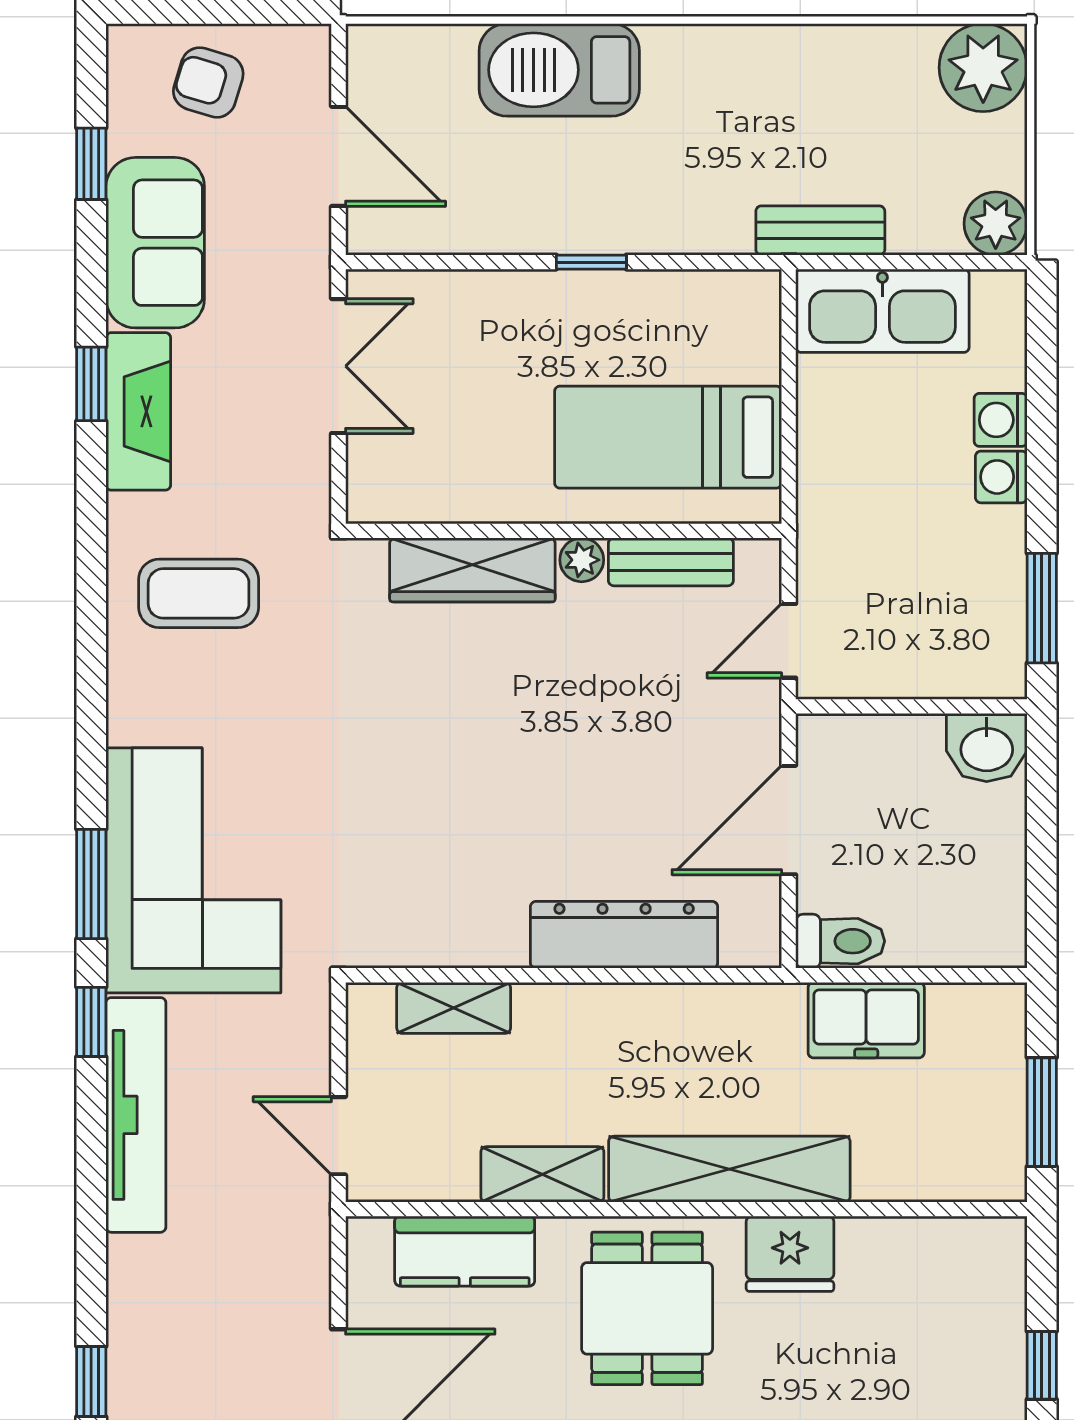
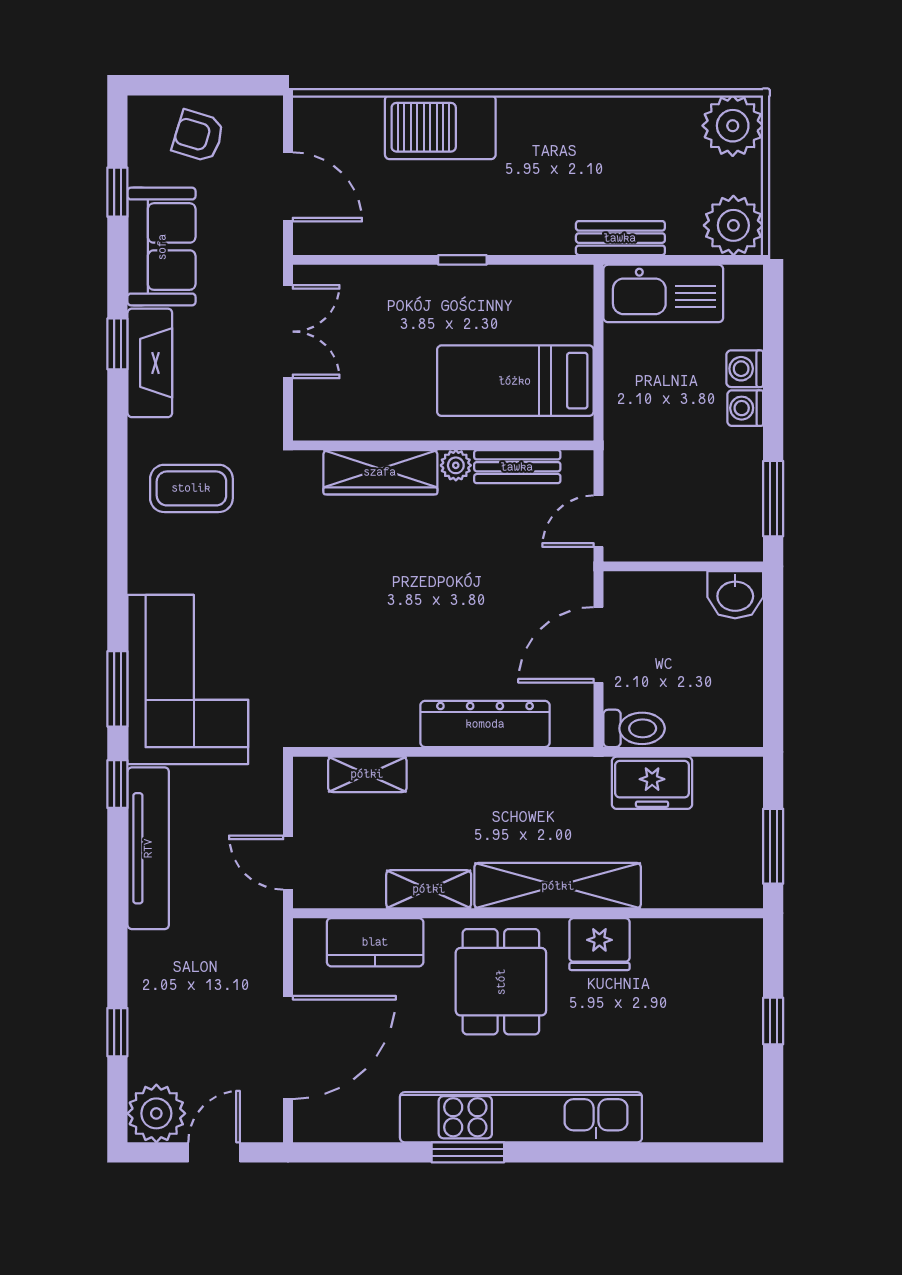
plant: (996, 224) -> (733, 225), width x1.36, depth x1.36

